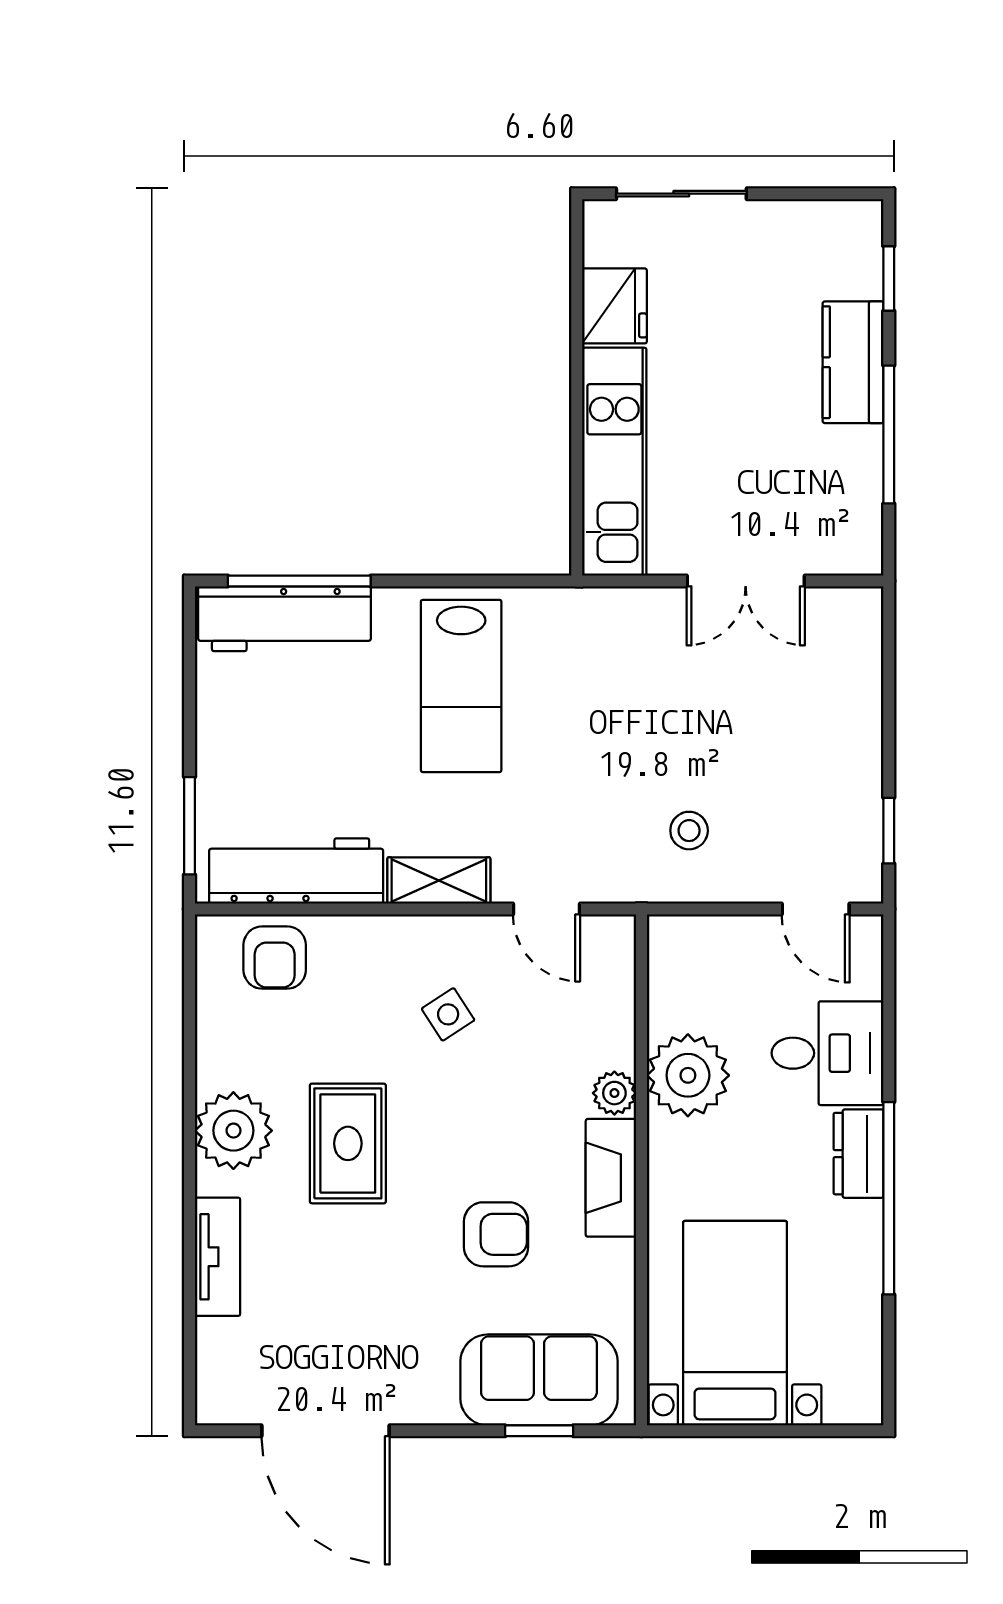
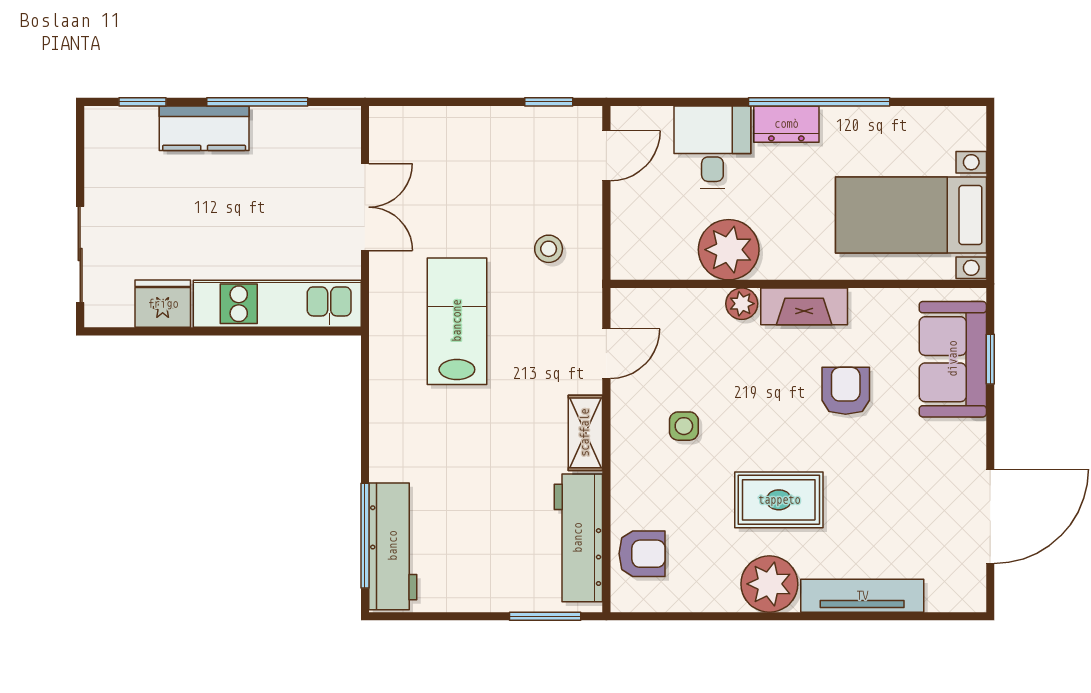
lab bench: (461, 686) -> (457, 321), moved, turned -90
side table: (448, 1014) -> (684, 426), turned 33
tv unit: (218, 1257) -> (862, 596), width x1.41

